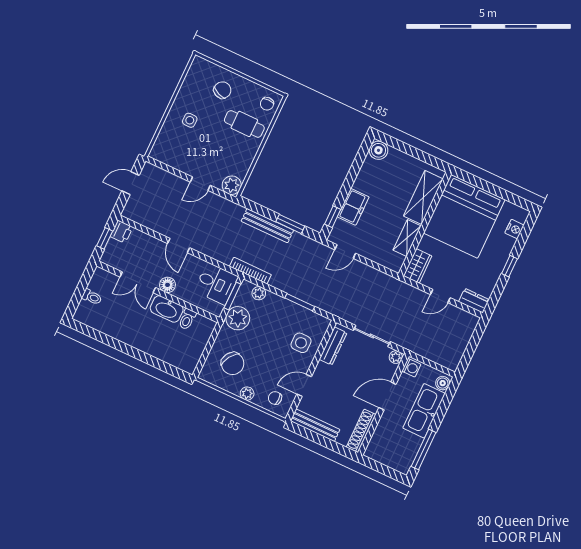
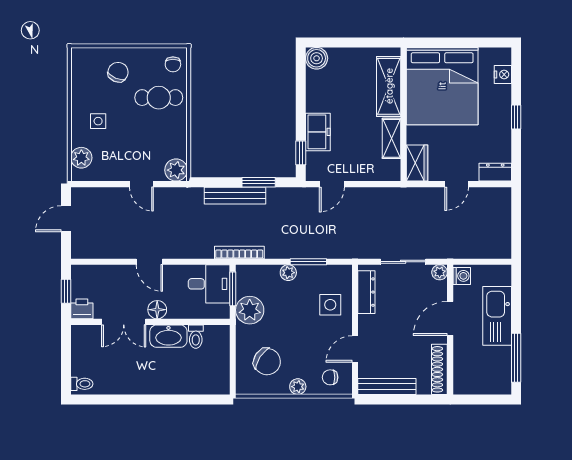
plant: (164, 142) -> (81, 158), added
door: (200, 184) -> (141, 184), hinge flipped
printer: (122, 232) -> (82, 309), moved, turned -90
plant: (259, 293) -> (288, 273), moved
toilet: (92, 297) -> (82, 384), moved
boiler: (443, 383) -> (503, 277), removed

